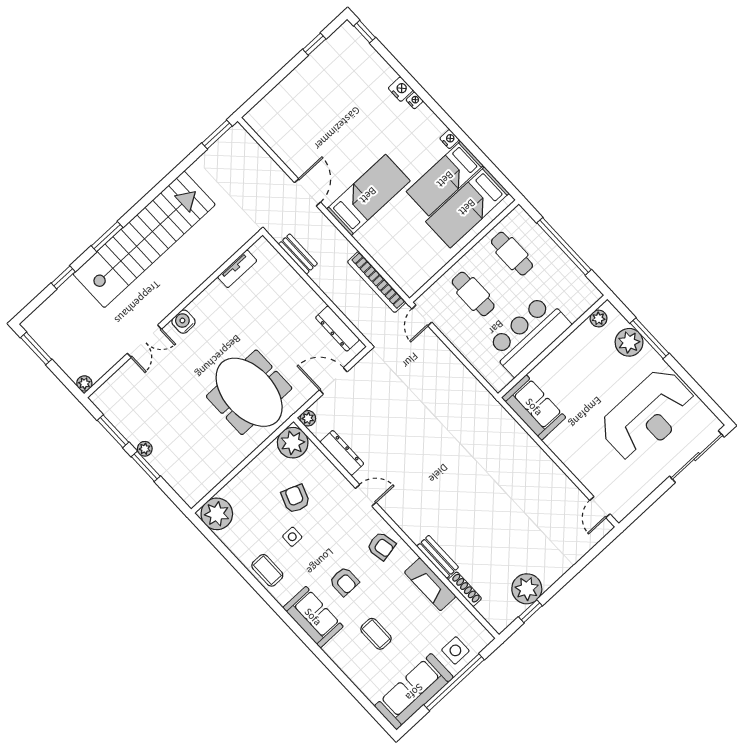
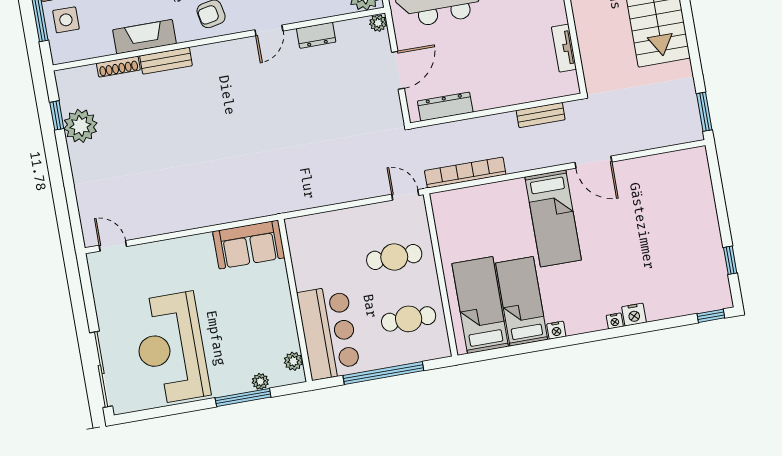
bar counter: (529, 335) -> (329, 332), moved
plant: (629, 342) -> (260, 381), width x0.53, depth x0.53
dresser: (342, 453) -> (316, 35), width x0.70

